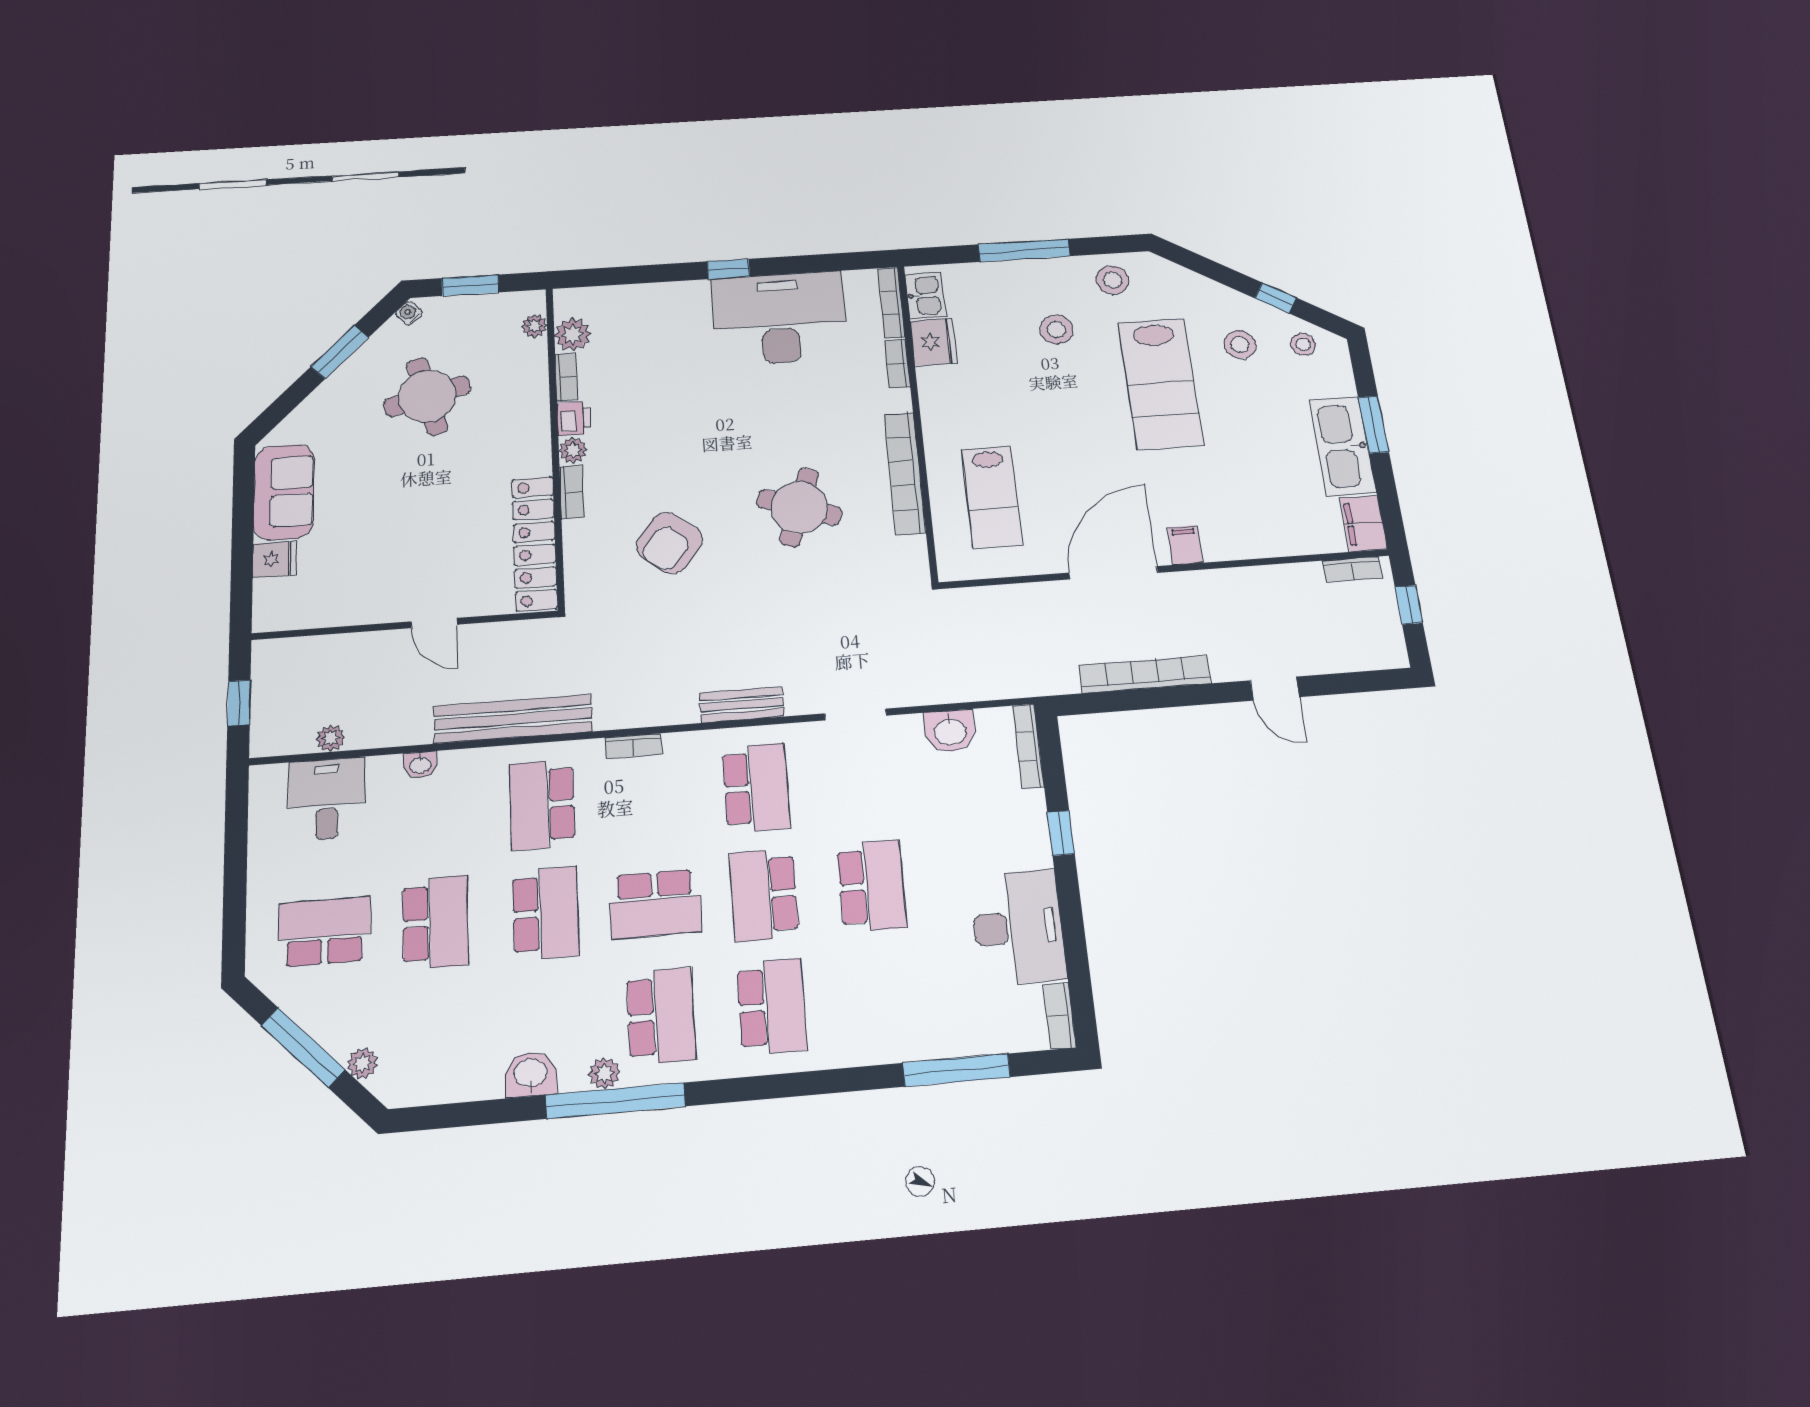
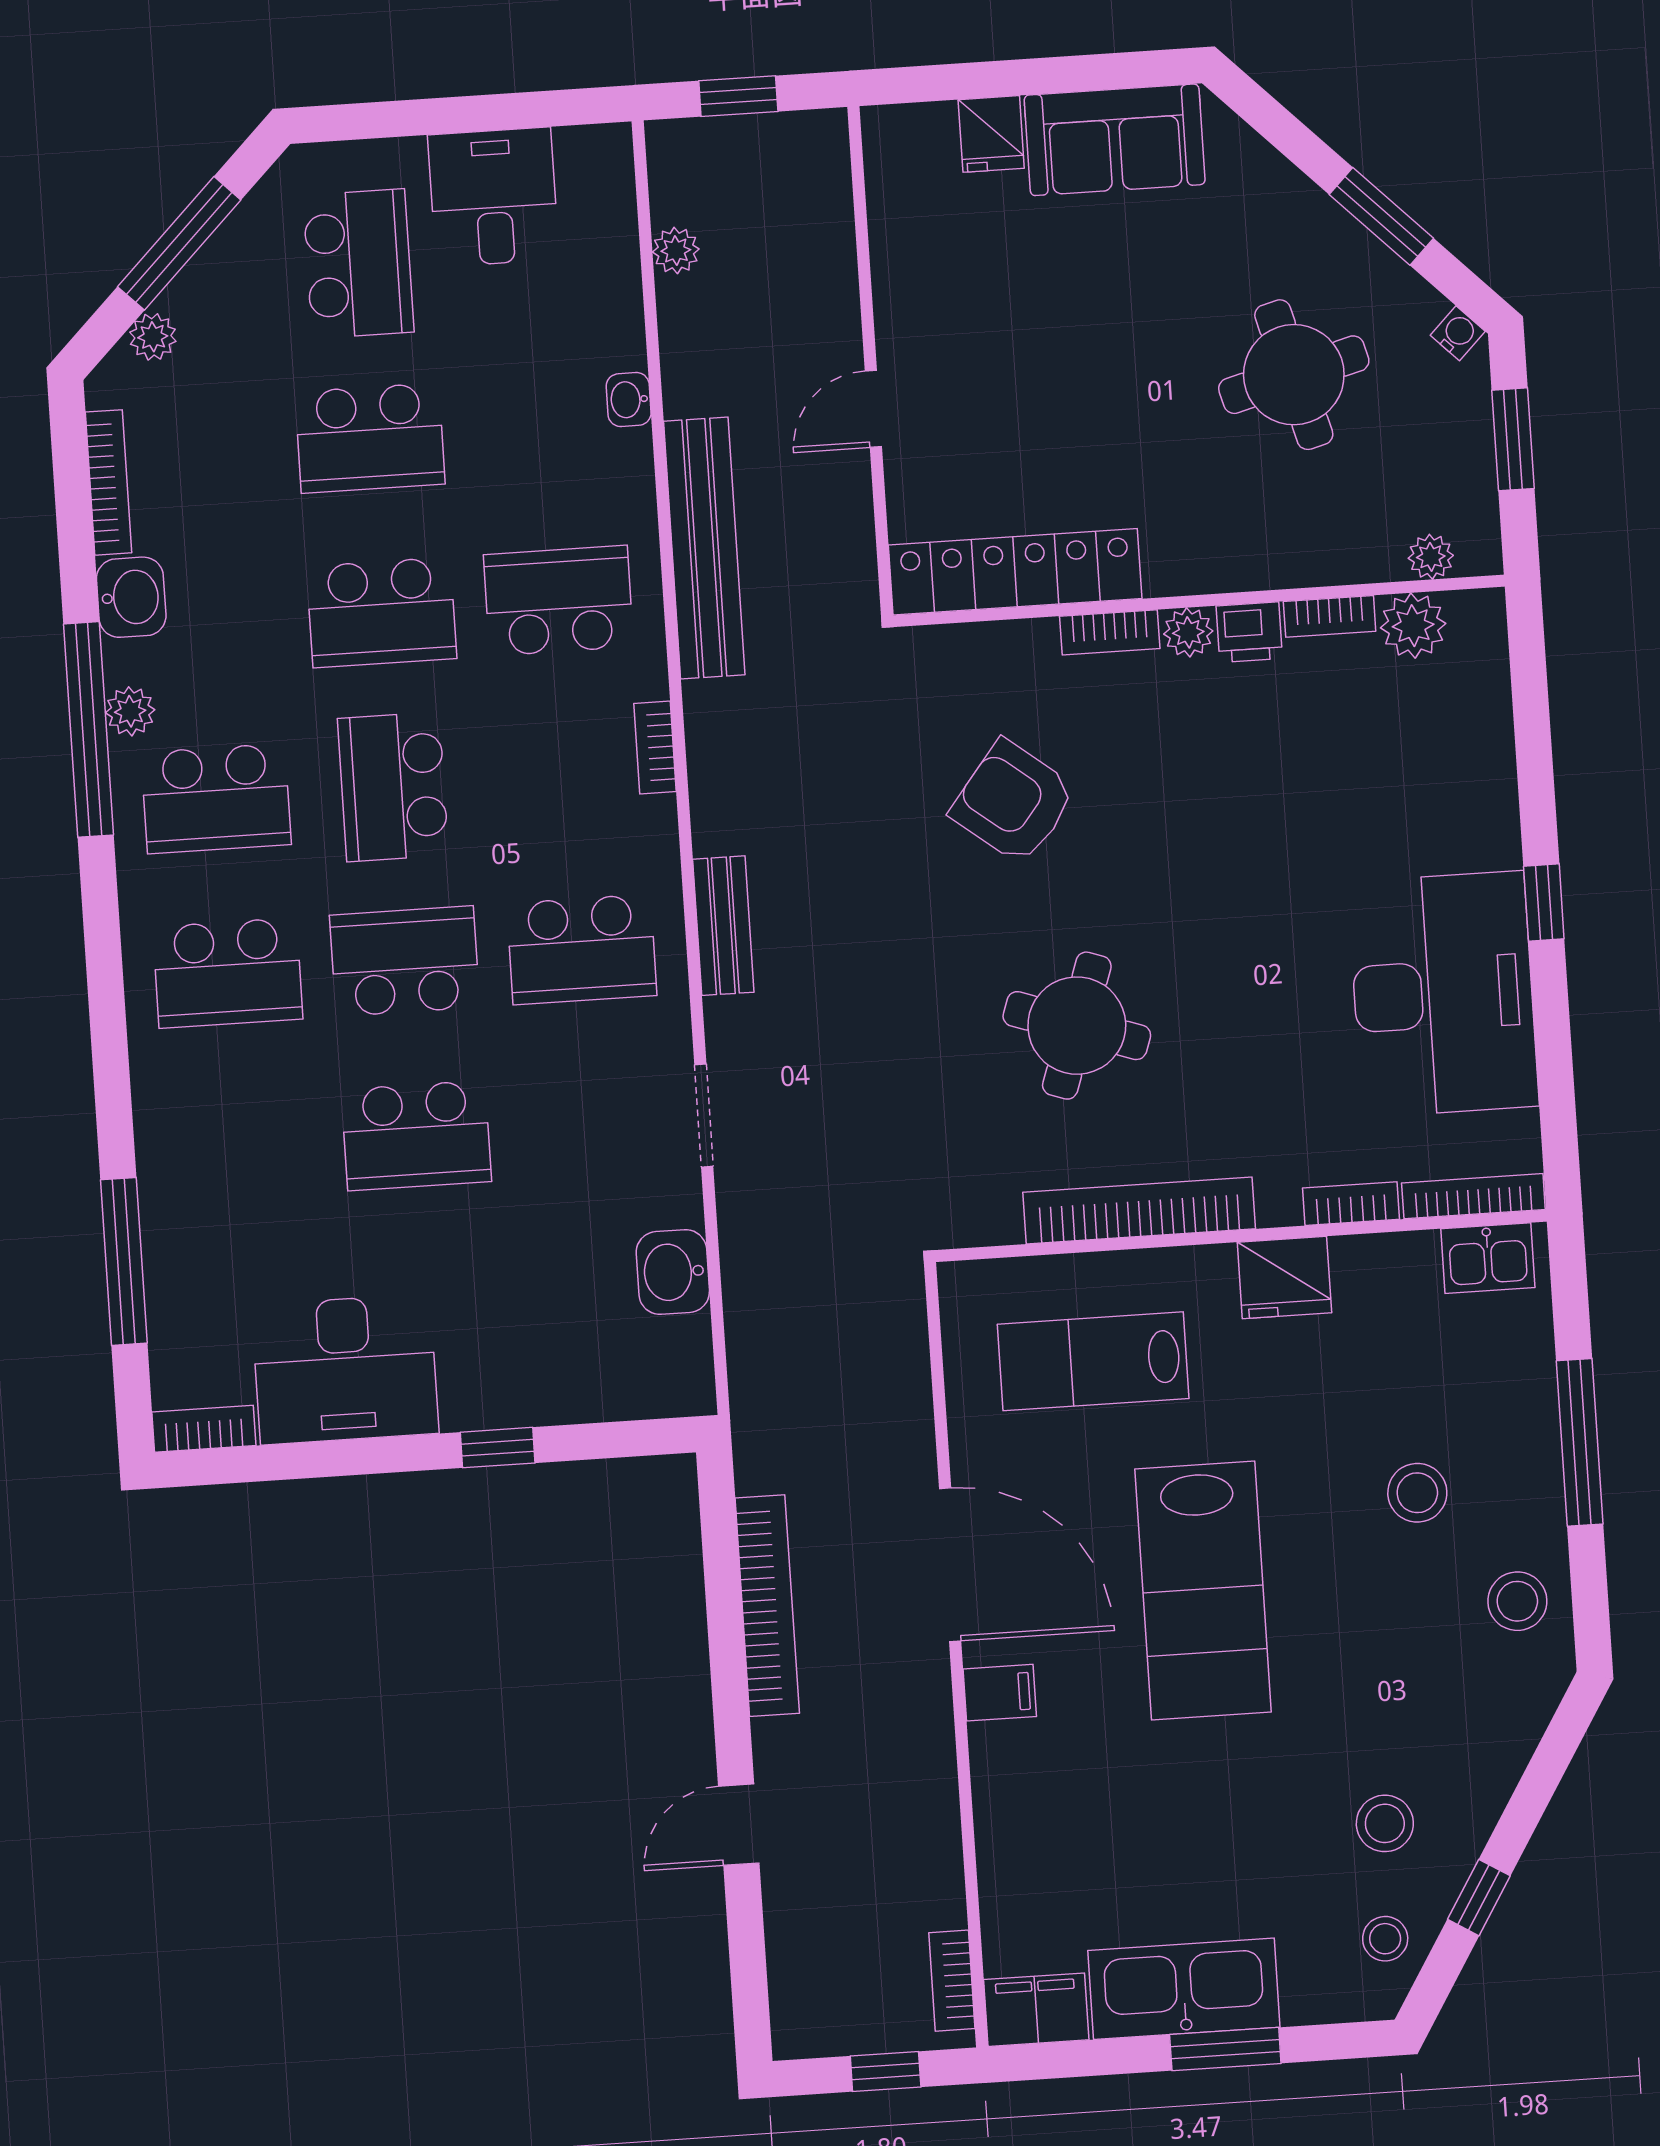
fridge: (934, 342) -> (1284, 1277), moved
lab bench: (1161, 383) -> (1203, 1590), moved, turned -90
bookcase: (1028, 746) -> (109, 482), moved, turned 90
desk: (327, 799) -> (493, 197), moved, turned -90

